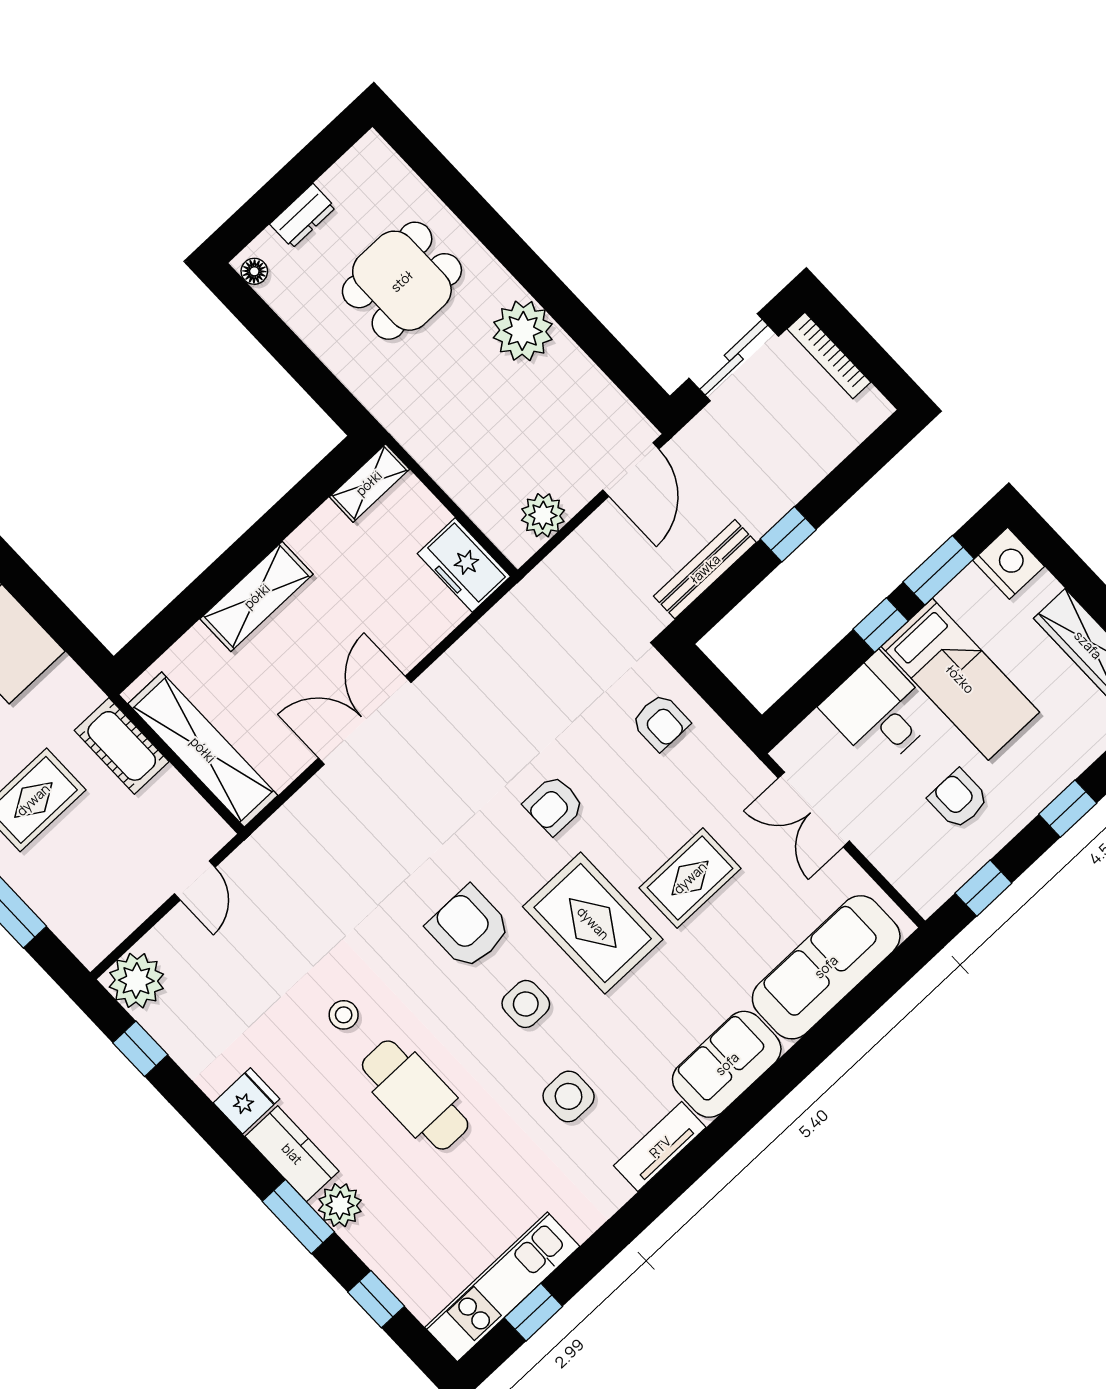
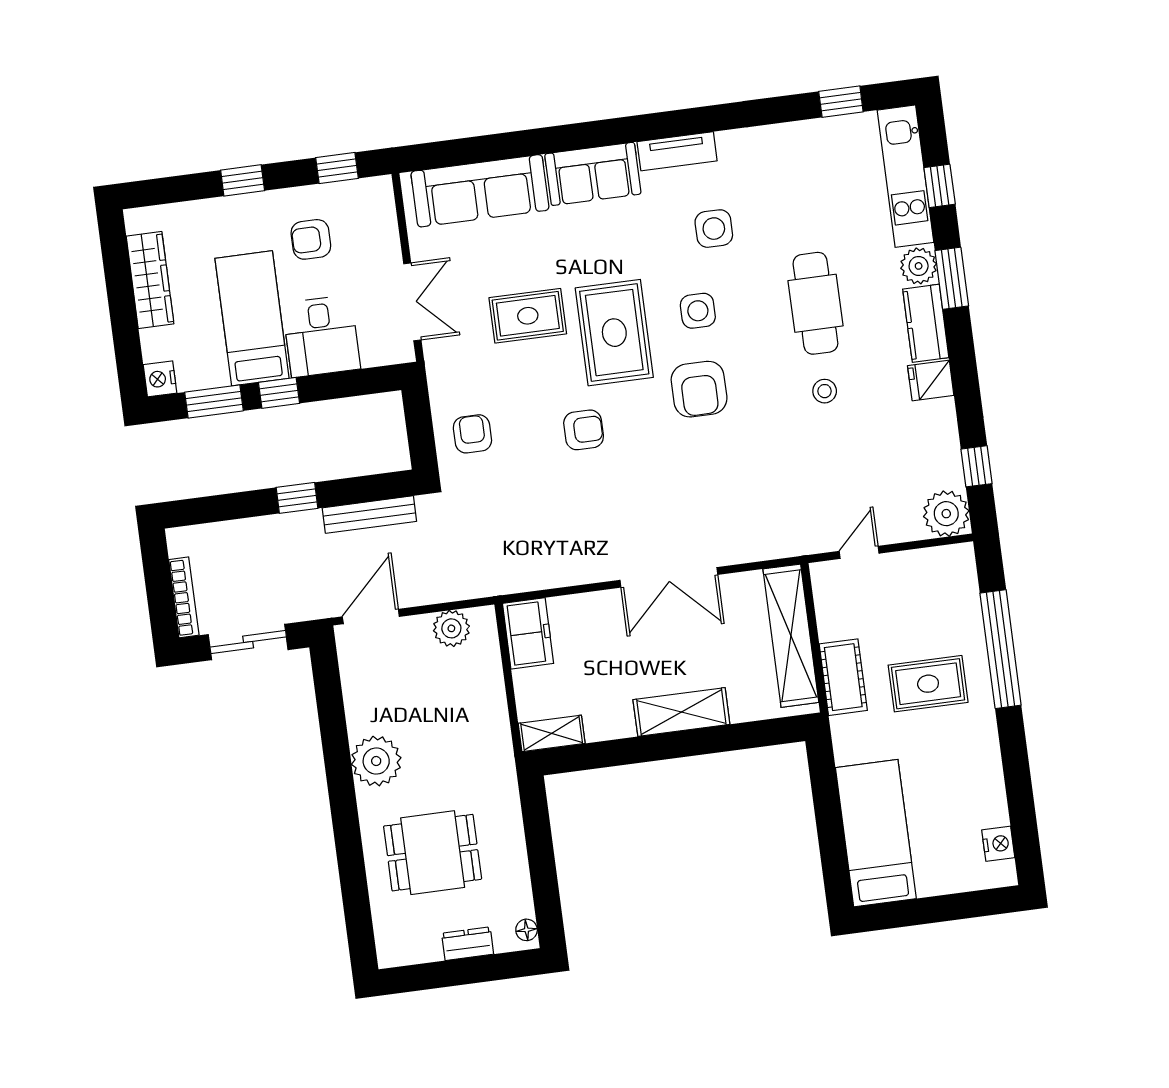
nightstand: (1009, 563) -> (160, 379), width x0.74, depth x0.75
armchair: (958, 799) -> (311, 239), turned 90
kitchen unit: (502, 1287) -> (905, 176), moved, turned 90

